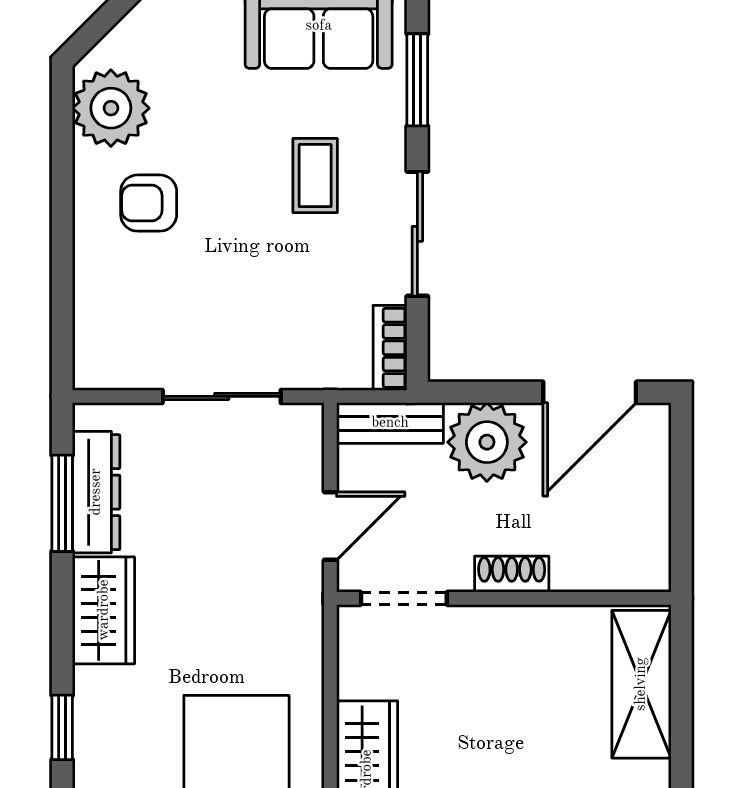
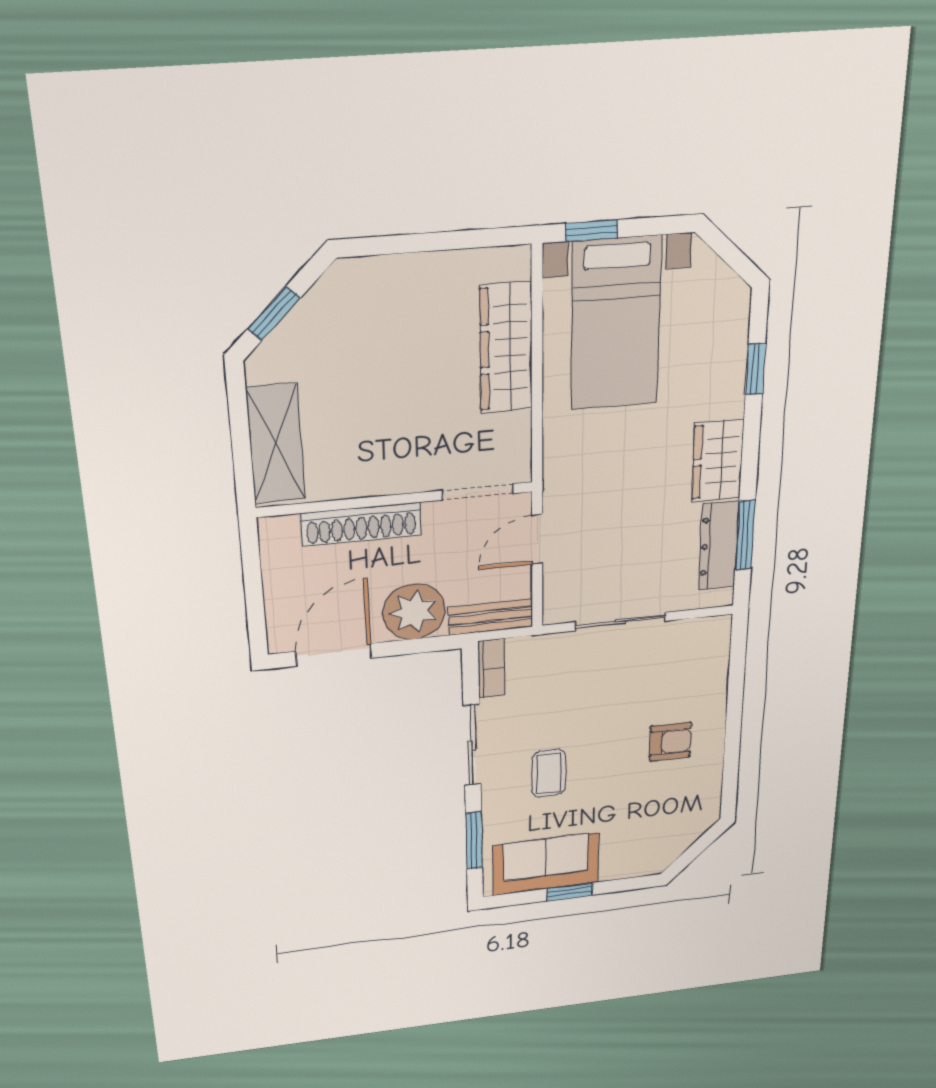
plant: (111, 108) -> (695, 797), removed
shoe rack: (512, 574) -> (361, 524), width x1.94, depth x1.24

